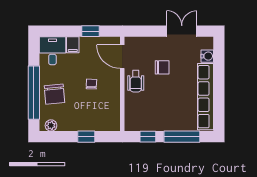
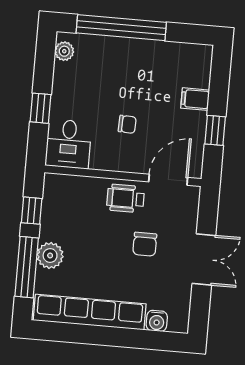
double door: (182, 31) -> (204, 259), moved
desk: (52, 51) -> (68, 144), moved, turned 90
chair: (54, 94) -> (116, 61), removed
plant: (174, 123) -> (50, 256), added

